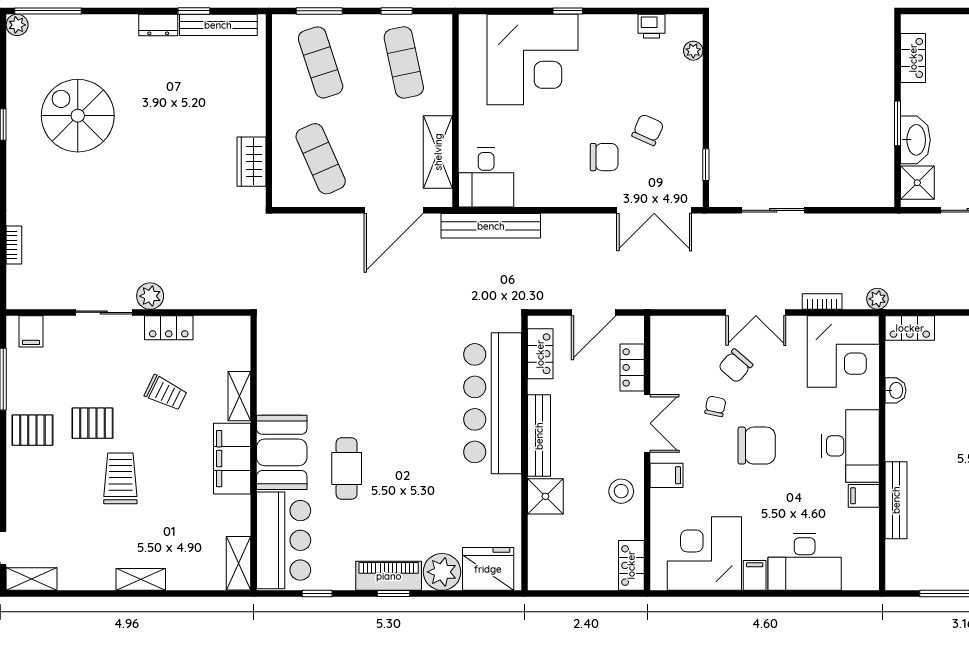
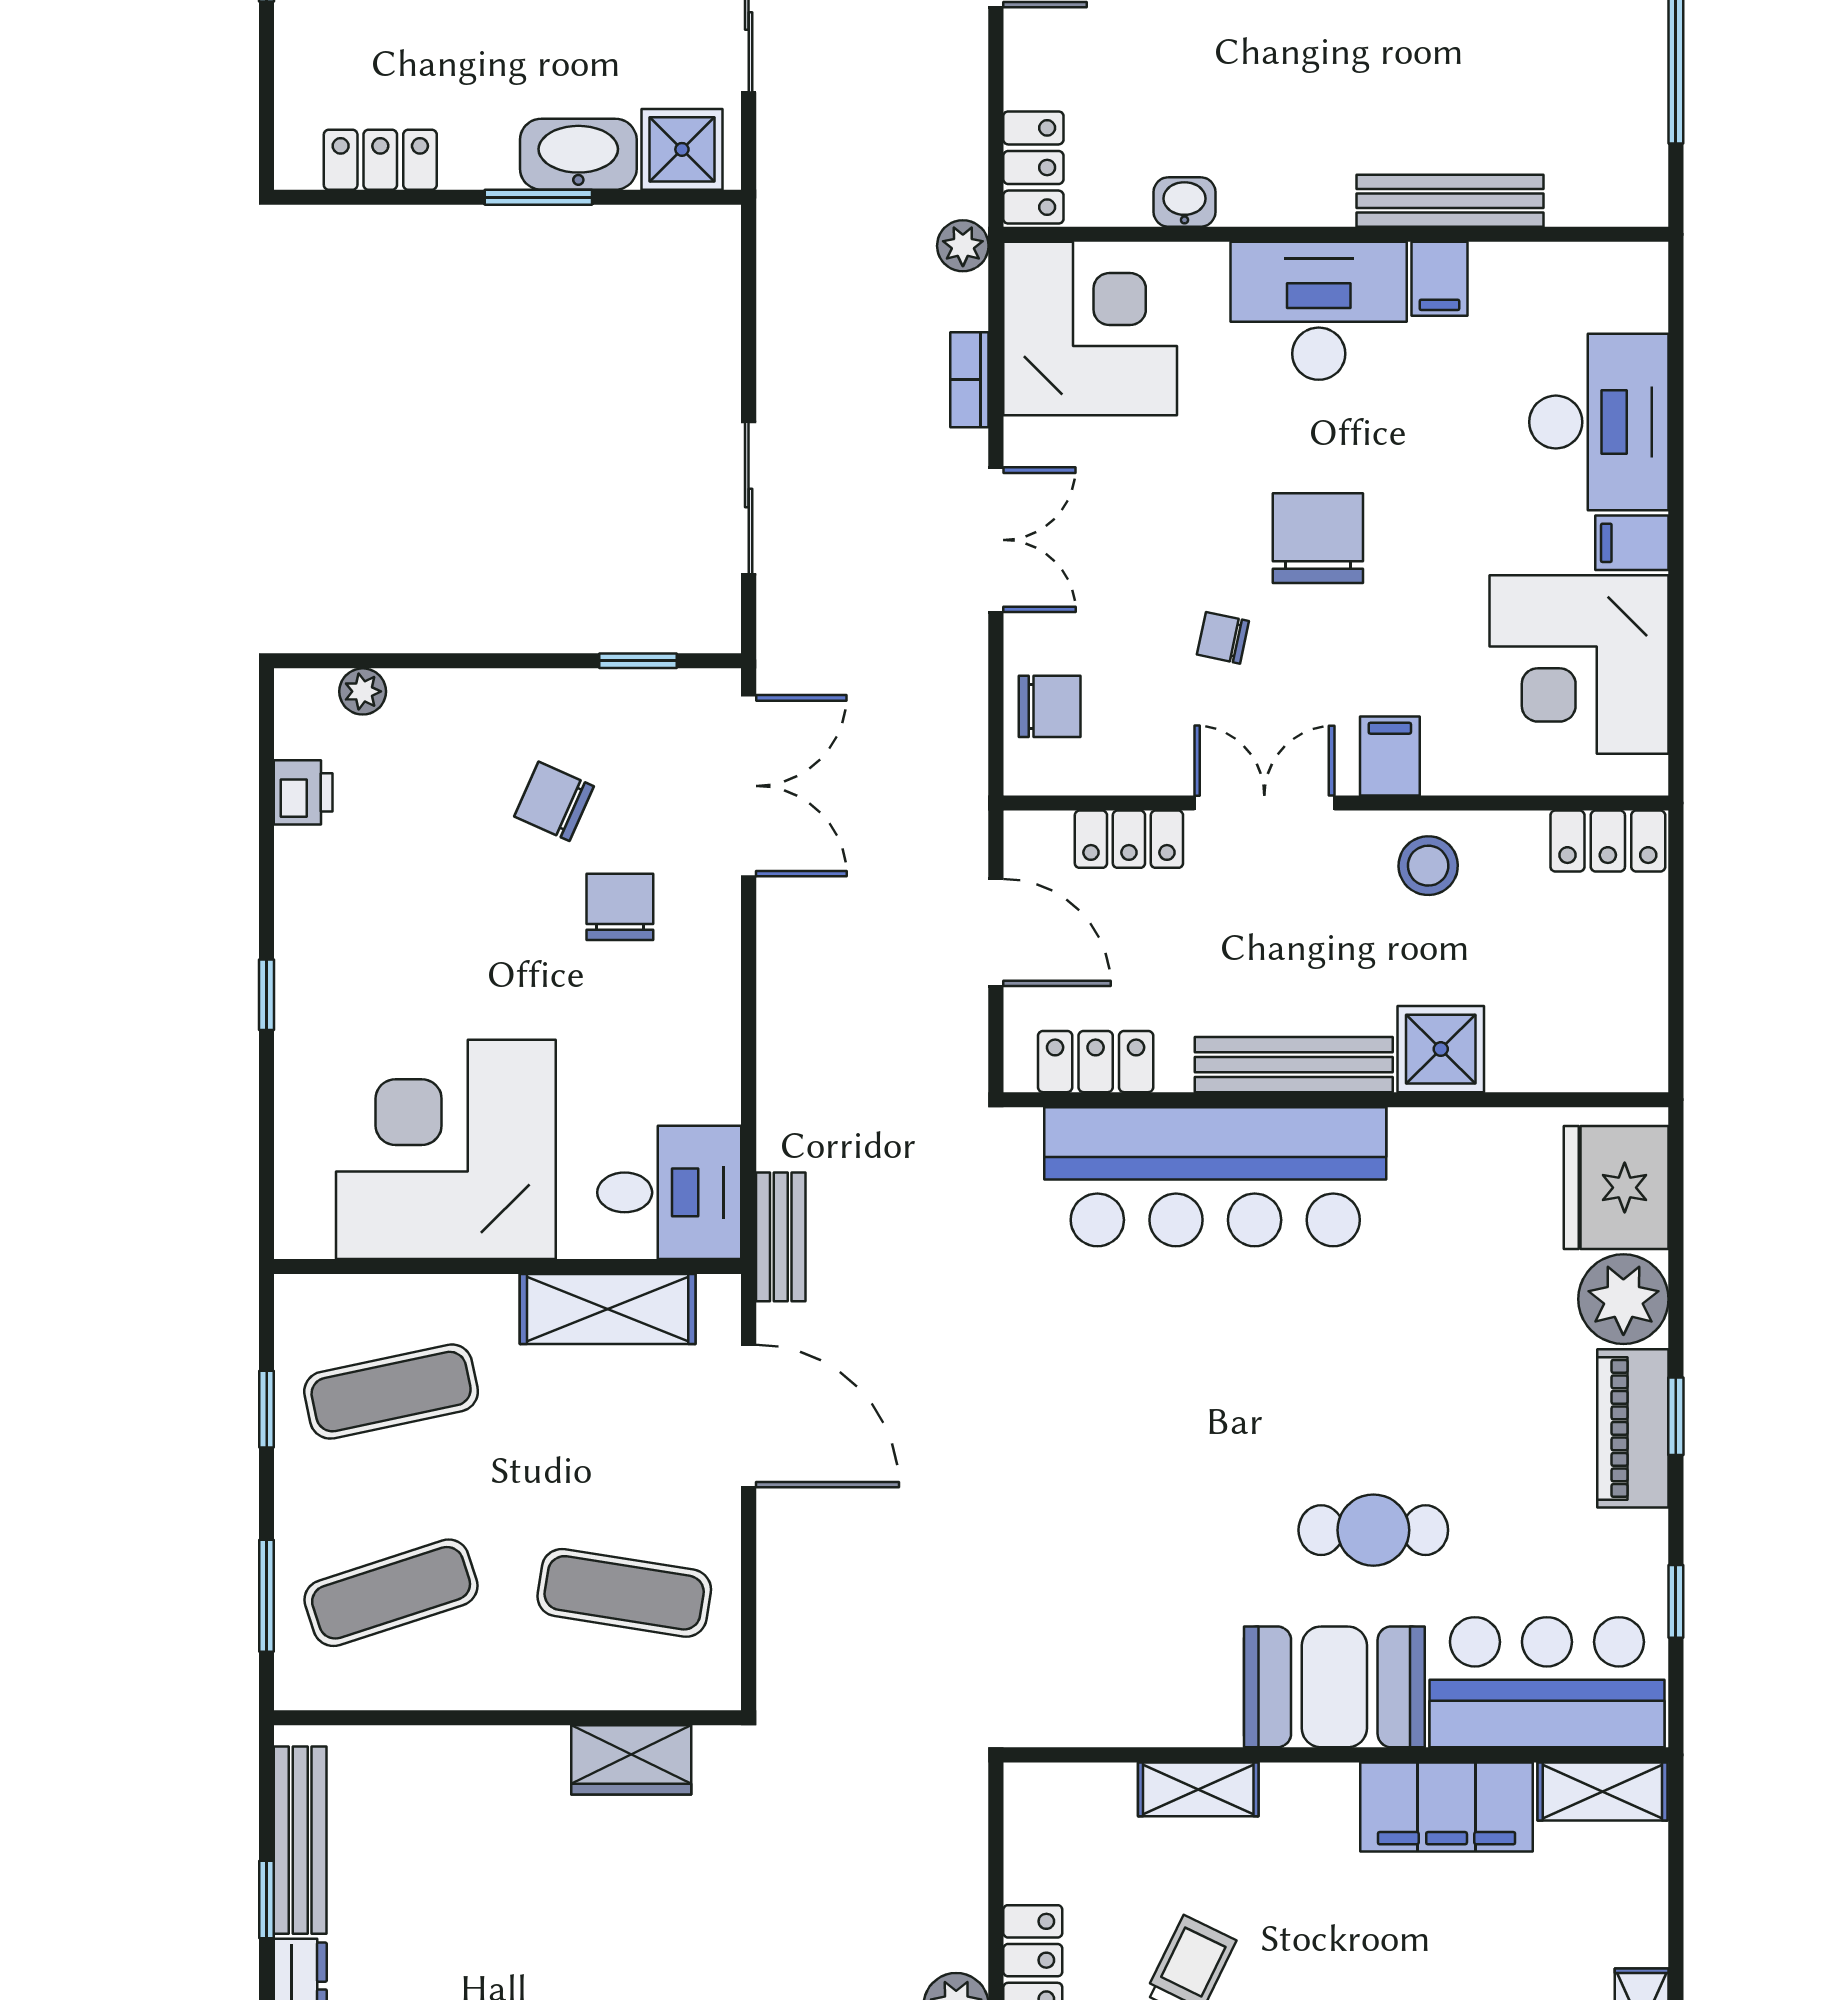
corner desk: (532, 59) -> (446, 1149), moved, turned -90
exercise mat: (321, 159) -> (624, 1593), turned 33
bench: (491, 226) -> (781, 1237), width x0.54, depth x0.82
chair: (735, 366) -> (1050, 706), moved, turned -41
filing cabinet: (232, 459) -> (1447, 1807), moved

